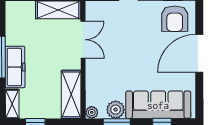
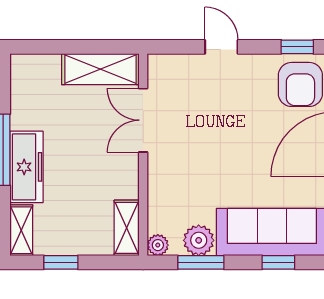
double door: (83, 40) -> (143, 120), swing flipped
shelving: (71, 94) -> (127, 228), width x0.67, depth x0.75

